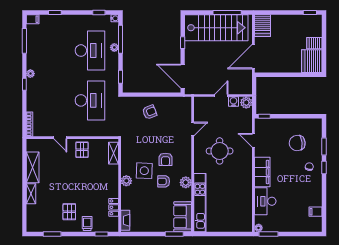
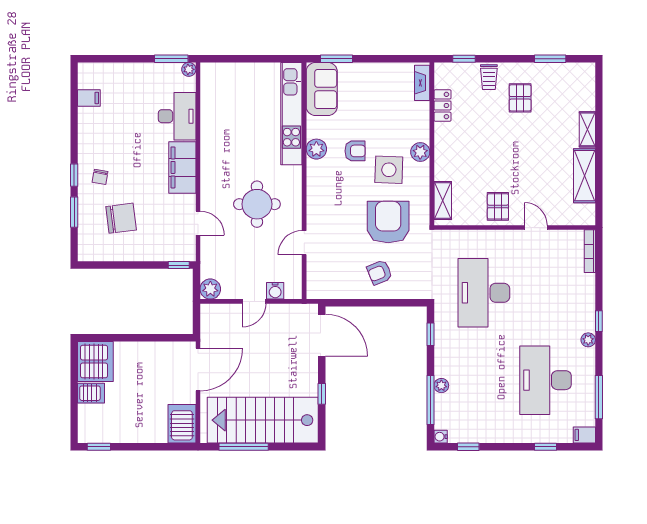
desk: (90, 51) -> (545, 380), moved
water cooler: (233, 102) -> (275, 291), moved
armchair: (165, 159) -> (388, 222), moved, width x1.88, depth x1.88

